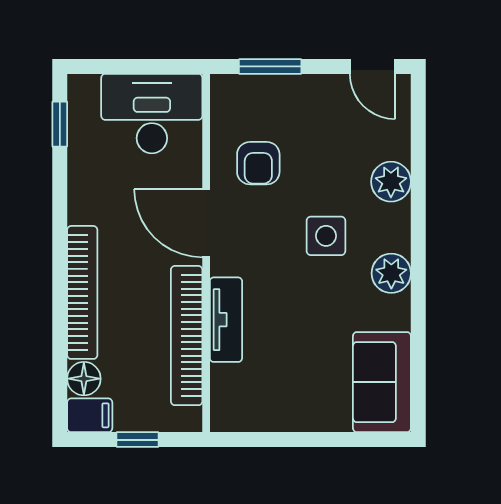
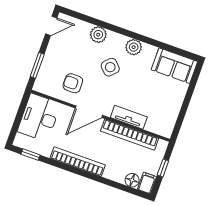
armchair: (258, 163) -> (73, 83), turned 180
side table: (326, 236) -> (110, 67), turned 45
bookcase: (82, 292) -> (78, 162), moved

